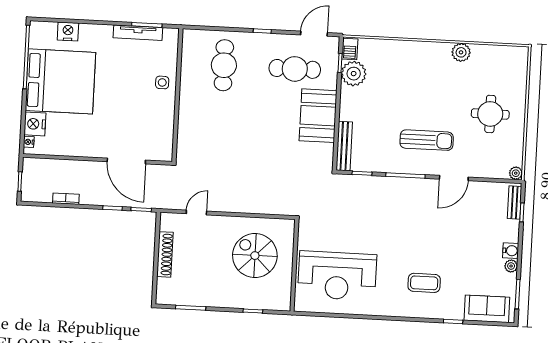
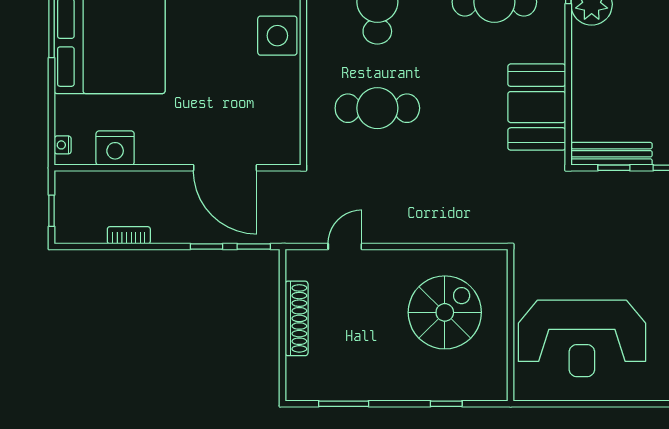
side table: (162, 82) -> (277, 36), width x1.87, depth x1.87
booth: (318, 116) -> (537, 107), moved
nightstand: (35, 124) -> (115, 148), moved, turned -90
cafe table: (221, 130) -> (377, 108), added
bench: (344, 146) -> (612, 154), moved, turned 90
spiral stairs: (255, 256) -> (445, 312), turned 90

